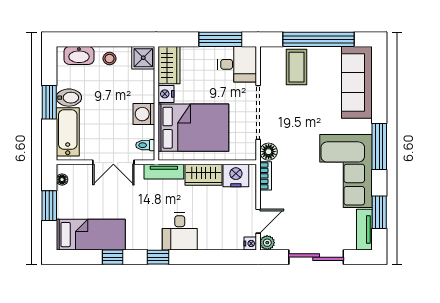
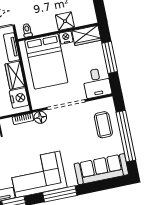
window: (220, 39) -> (110, 57), moved
shower: (143, 58) -> (65, 21), moved
coffee table: (296, 67) -> (103, 125), turned 90
washing machine: (144, 114) -> (49, 25), removed

